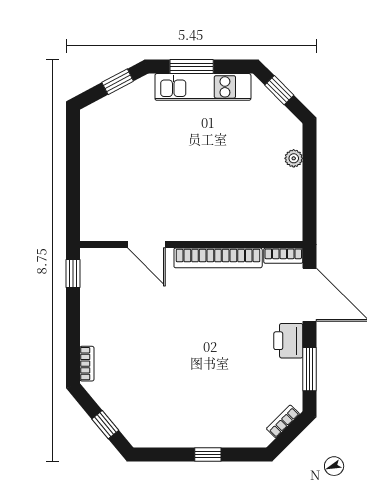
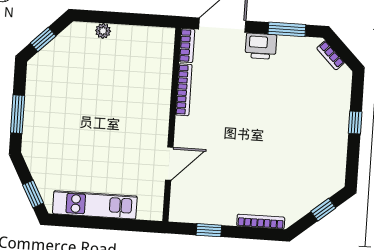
window: (118, 82) -> (33, 194), moved
kitchen unit: (203, 87) -> (95, 205), moved, turned -90
bookcase: (218, 258) -> (184, 90), width x0.68, depth x0.76
window: (73, 274) -> (209, 230), moved
bookcase: (87, 364) -> (261, 222), width x1.56

